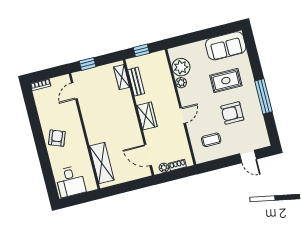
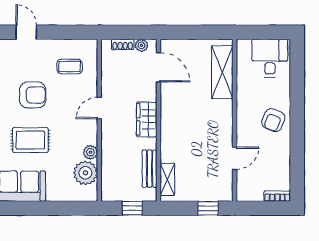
door: (74, 91) -> (235, 158), moved

